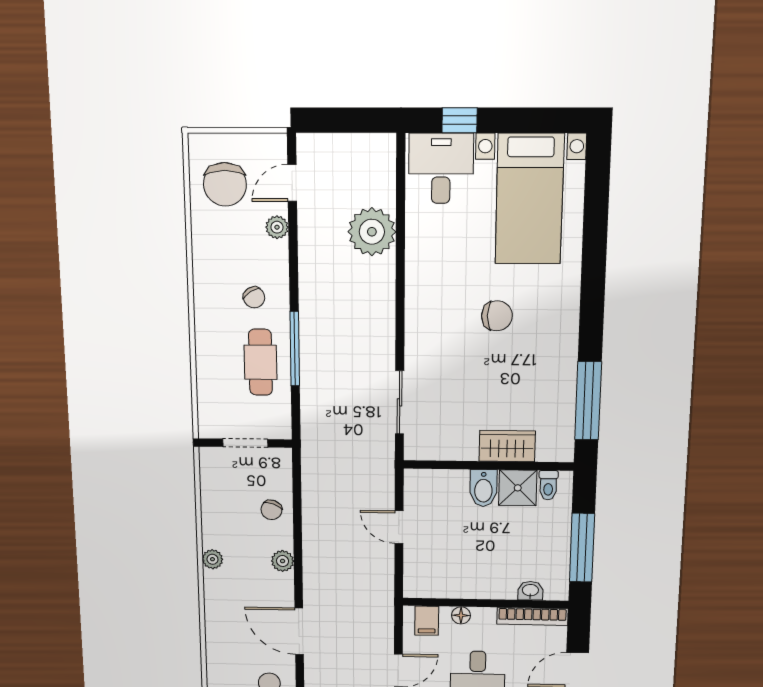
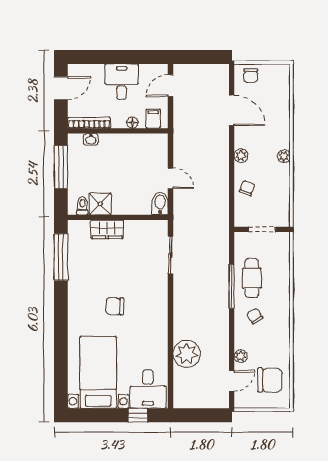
chair: (225, 184) -> (270, 380), turned 90
bidet: (483, 488) -> (160, 203), moved

